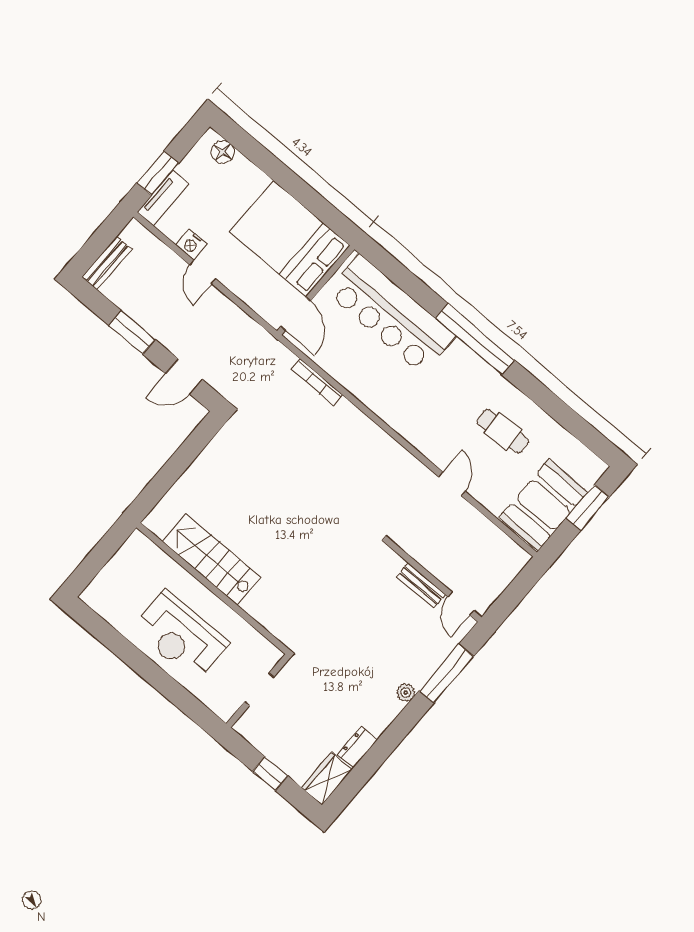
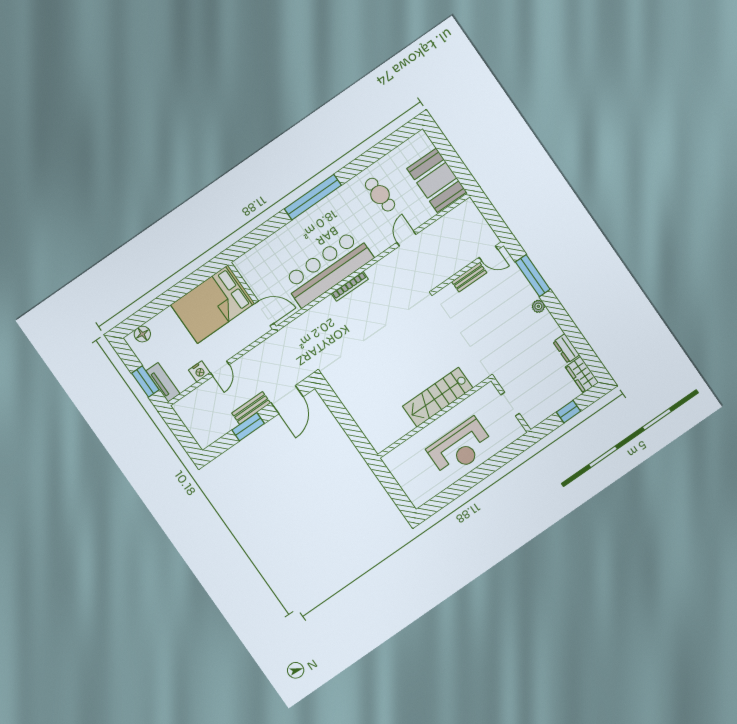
bench: (107, 263) -> (251, 408), moved, turned 90
door: (203, 272) -> (220, 369), hinge flipped
bar counter: (391, 314) -> (328, 269), moved, turned 180
door: (184, 377) -> (287, 400), width x1.38
bookcase: (317, 382) -> (350, 286), moved
cafe table: (503, 431) -> (380, 195), turned 90
door: (452, 484) -> (406, 238), hinge flipped
window: (588, 507) -> (446, 151), removed
stairs: (211, 559) -> (438, 397), moved

